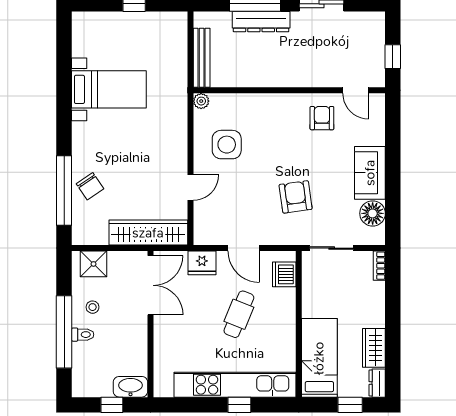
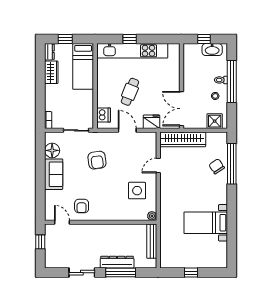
washbasin: (130, 387) -> (212, 50), moved

